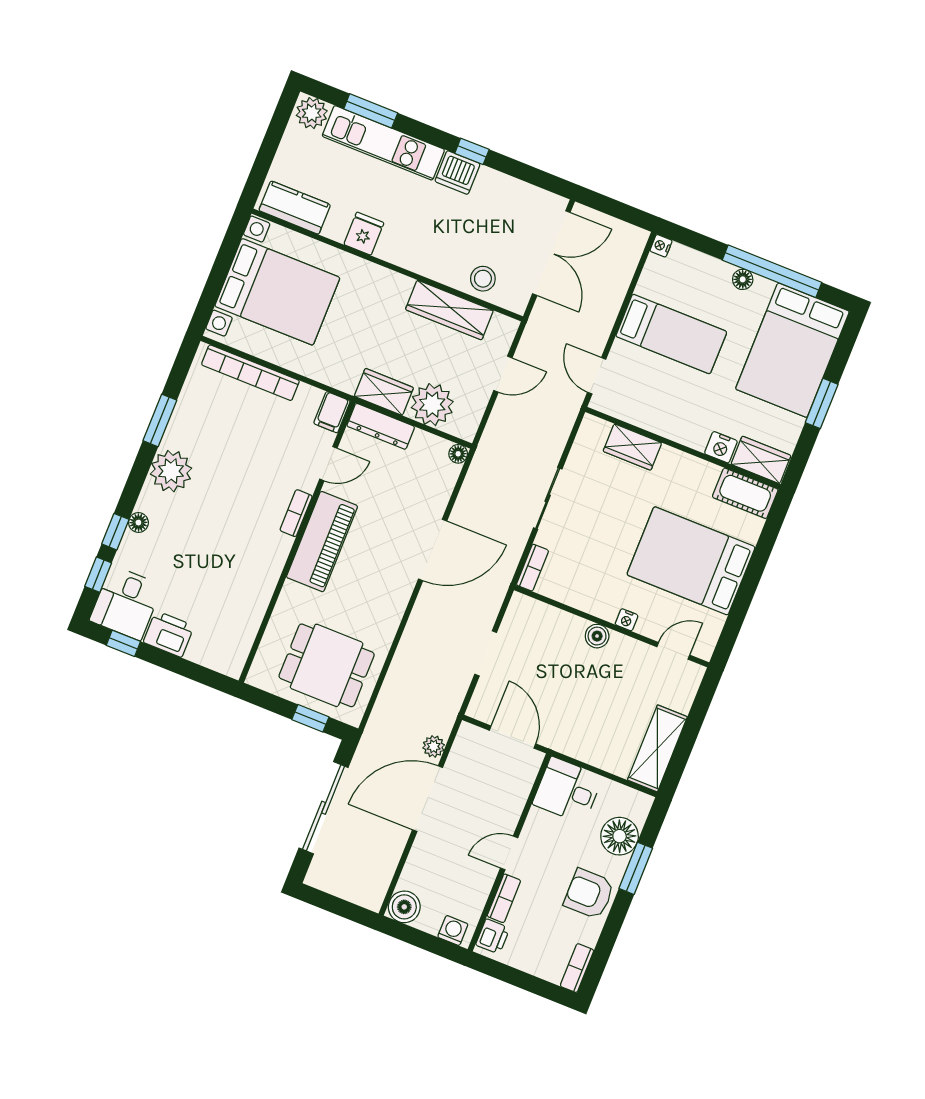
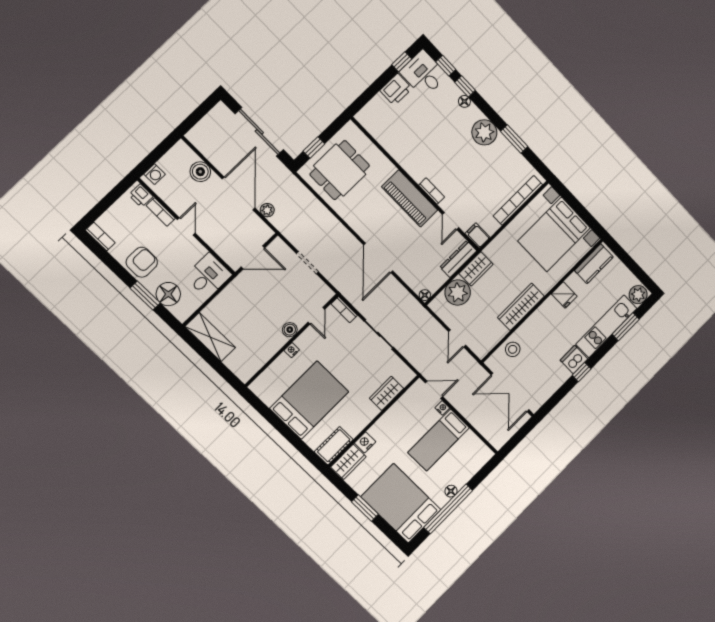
nightstand: (661, 246) -> (442, 408), moved
wardrobe: (449, 310) -> (521, 307), moved
door: (673, 651) -> (316, 316), moved
boiler: (404, 907) -> (200, 172), moved

